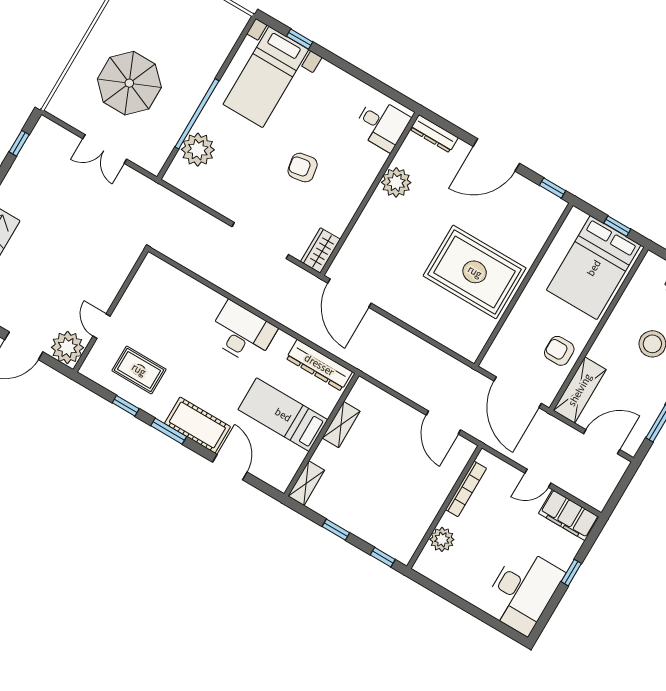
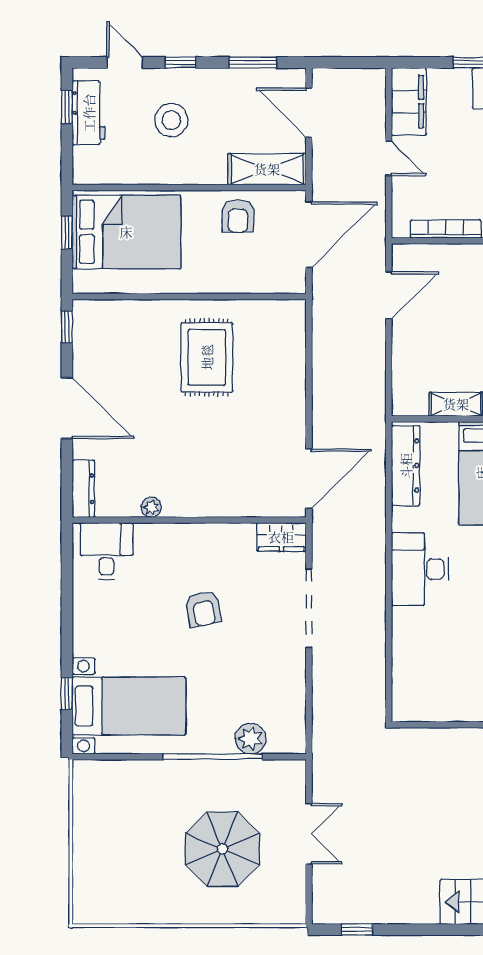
plant: (198, 150) -> (251, 739), width x0.73, depth x0.73
plant: (396, 182) -> (151, 507), width x0.53, depth x0.53
rug: (475, 272) -> (207, 357), width x0.73, depth x0.69

